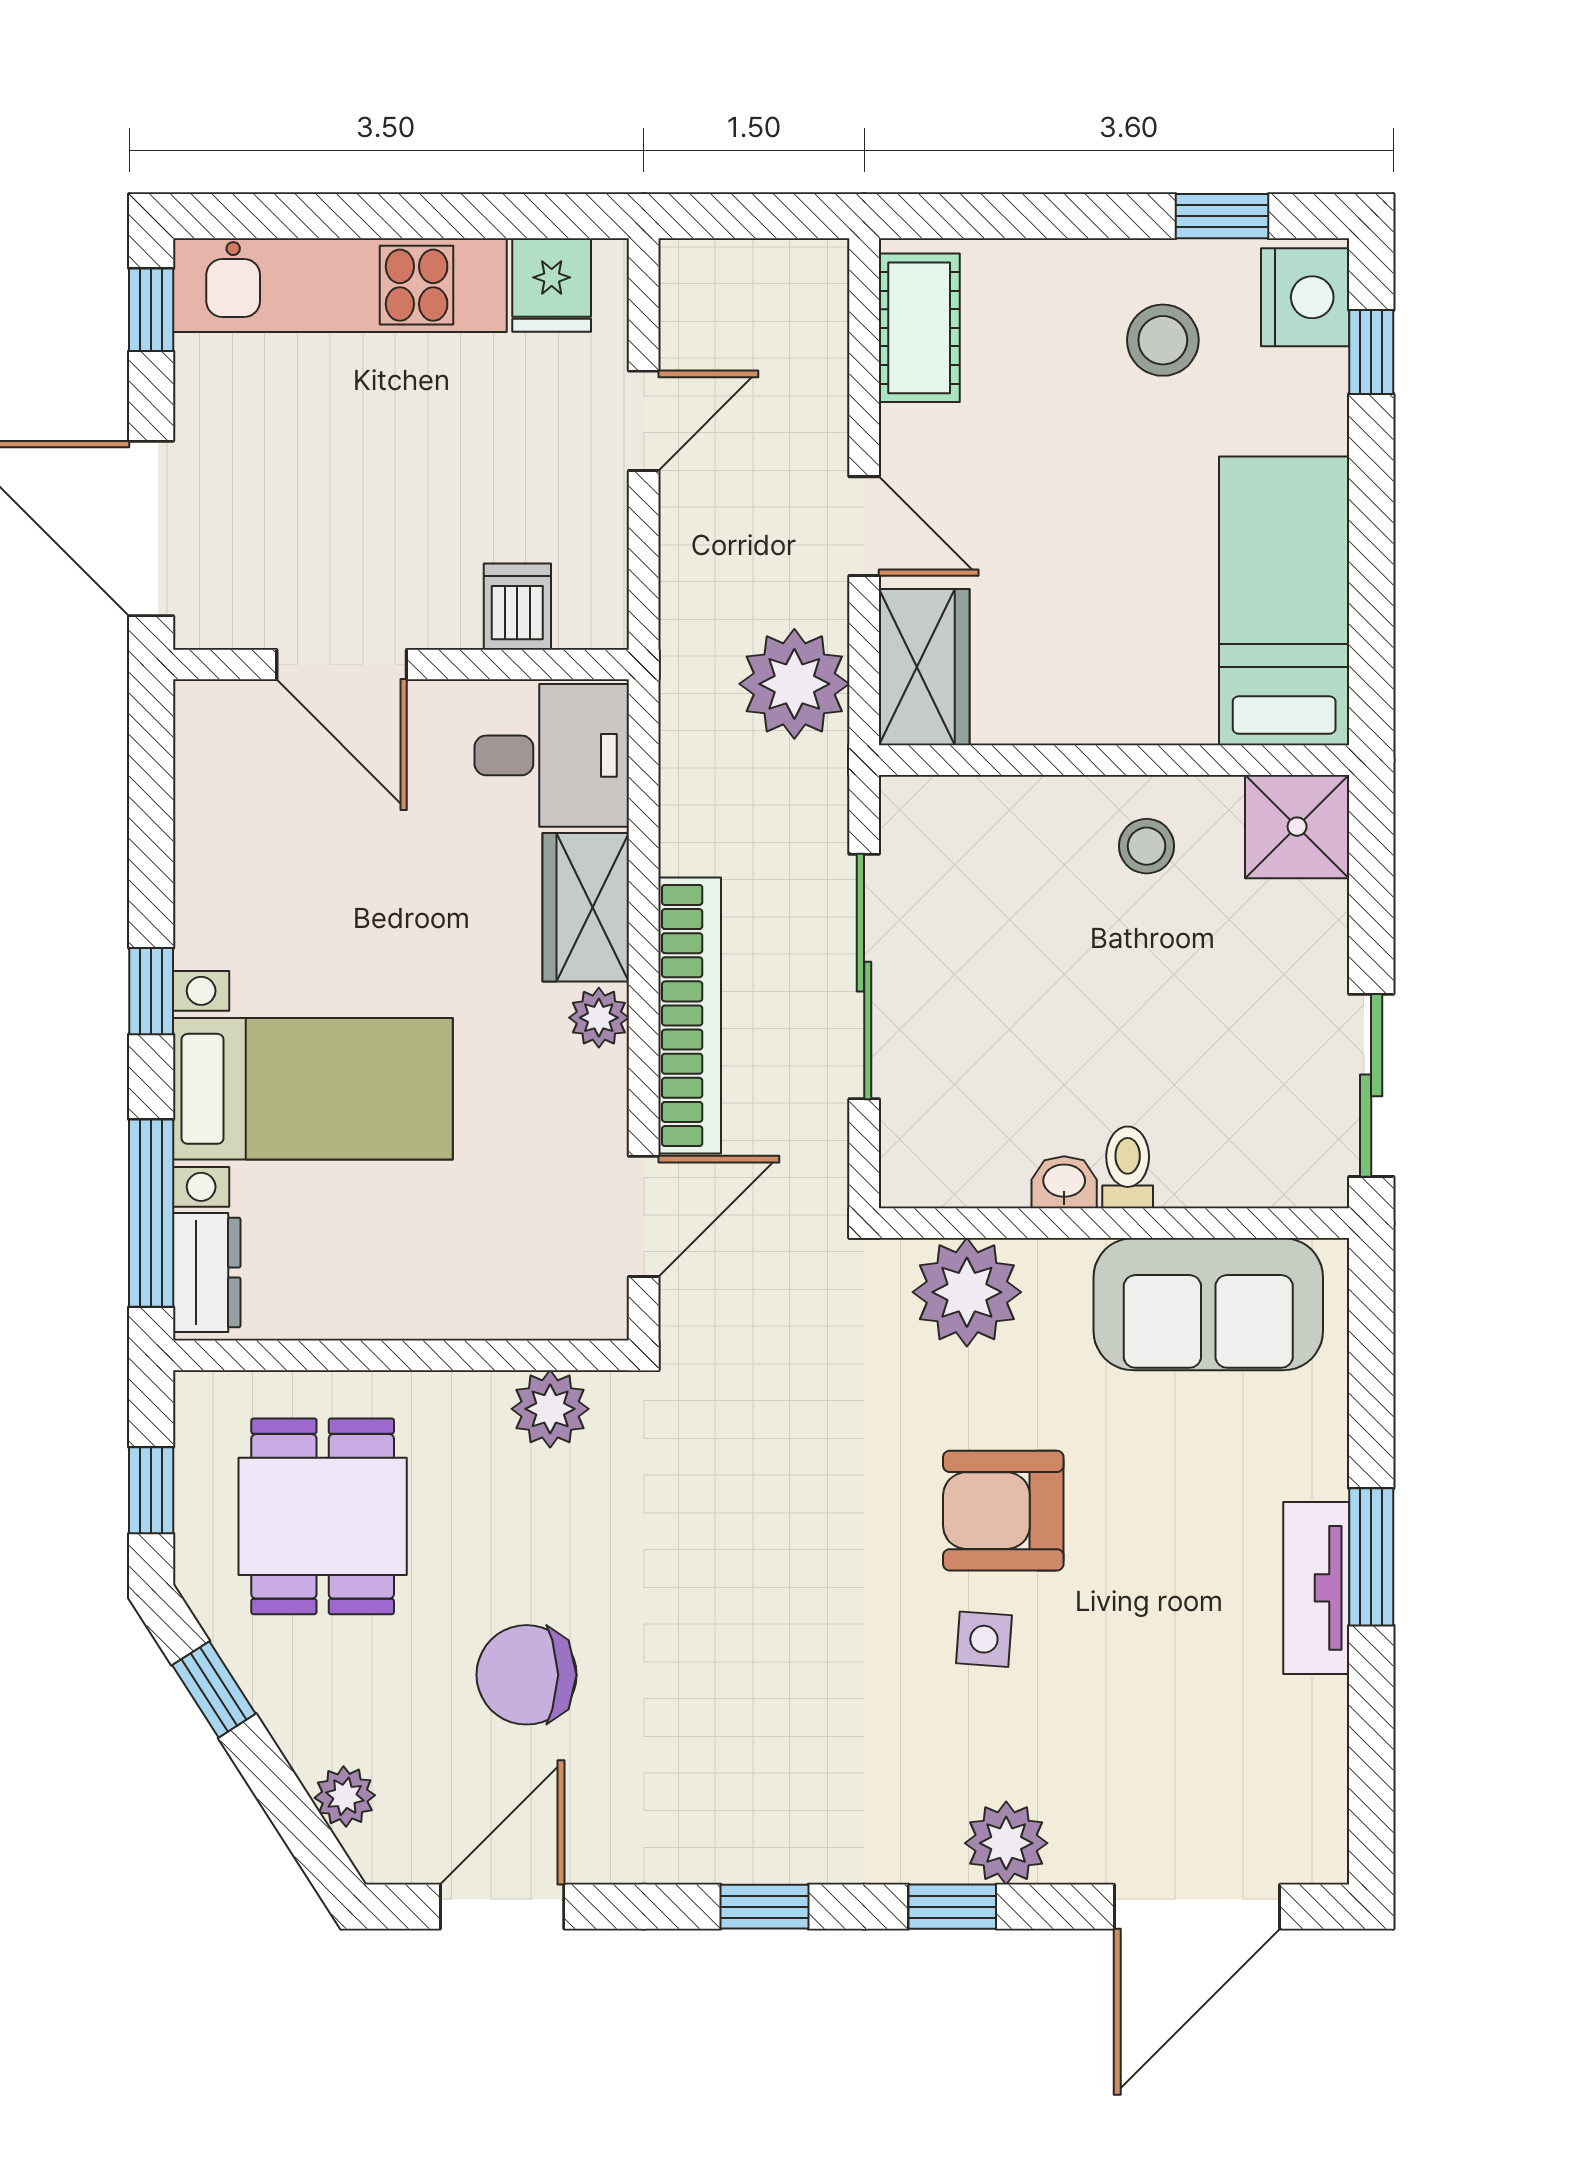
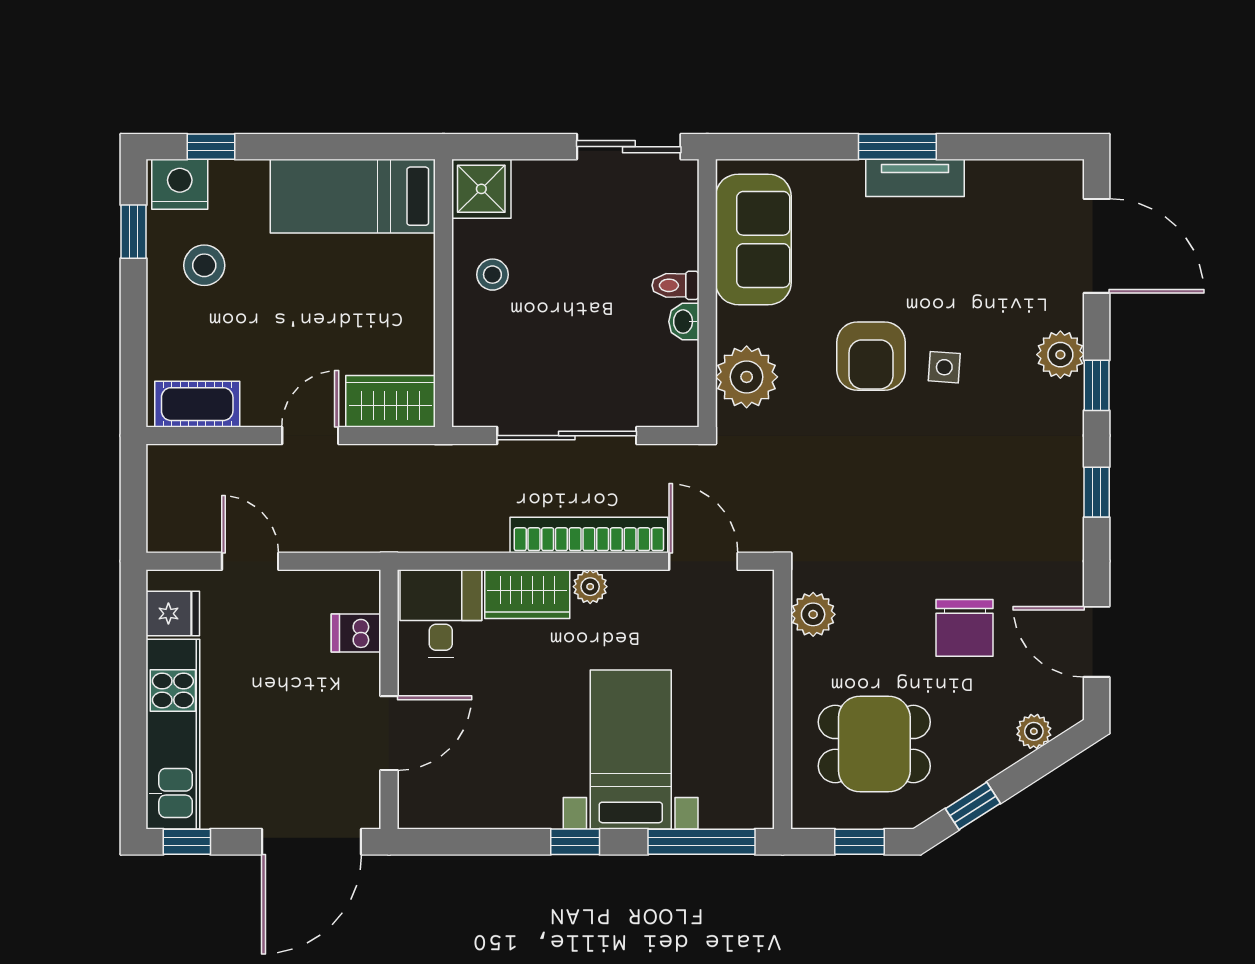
plant: (794, 684) -> (400, 475), removed
dresser: (207, 1272) -> (735, 810), removed

